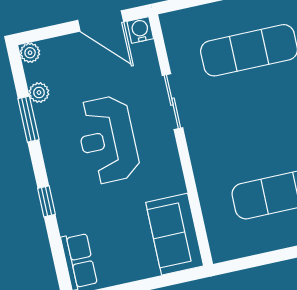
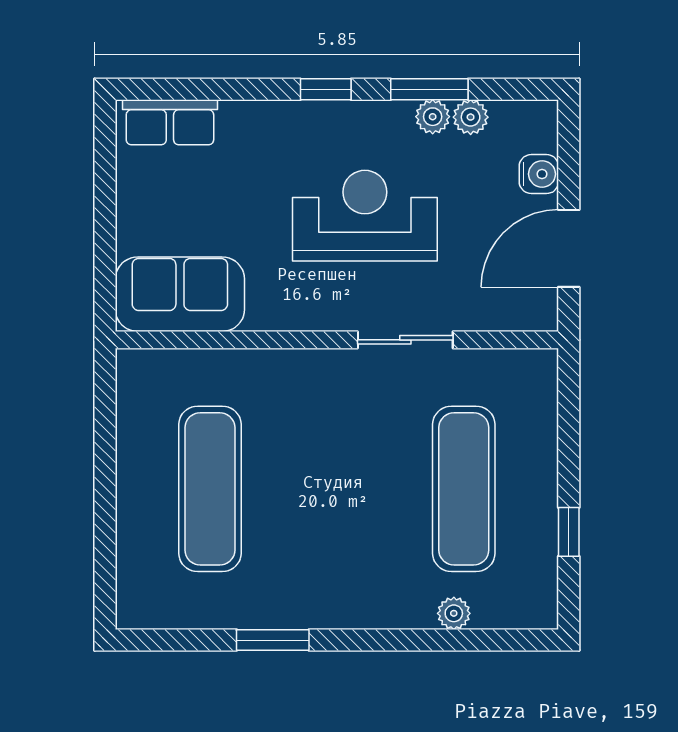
water cooler: (140, 30) -> (539, 174), moved
plant: (30, 53) -> (433, 117), moved
window: (46, 201) -> (326, 89), moved

